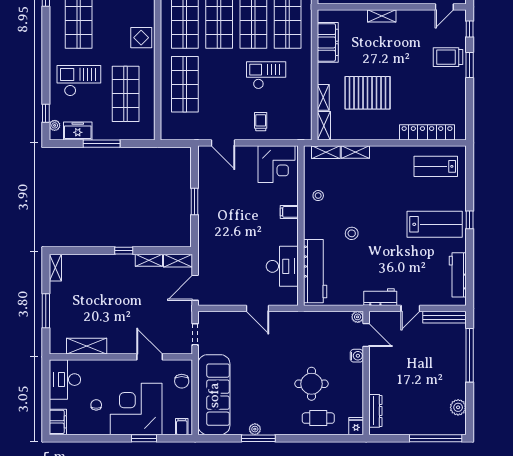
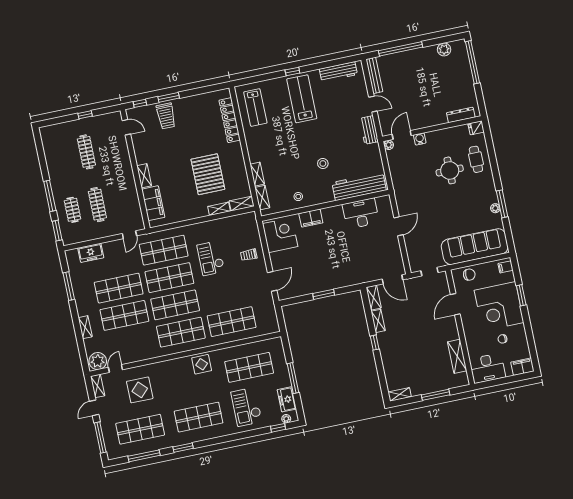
filing cabinet: (328, 42) -> (153, 203), moved, turned 90
filing cabinet: (289, 212) -> (311, 218), width x2.00

